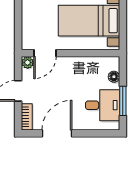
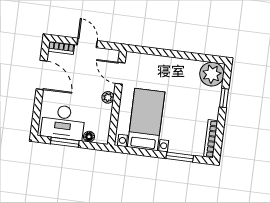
plant: (28, 63) -> (108, 97), moved
desk: (103, 105) -> (63, 122), width x1.37

